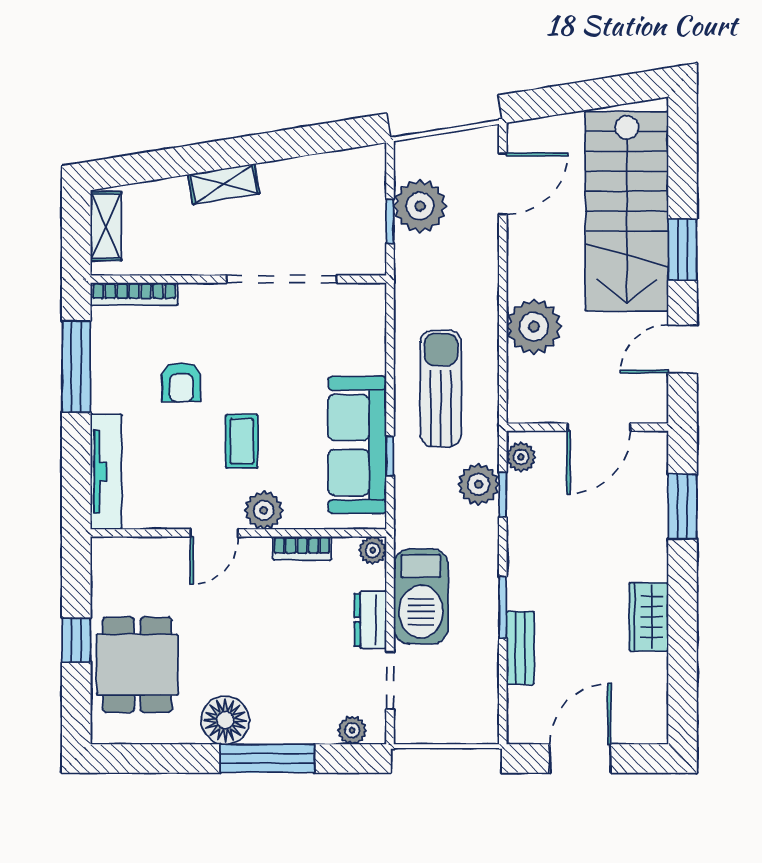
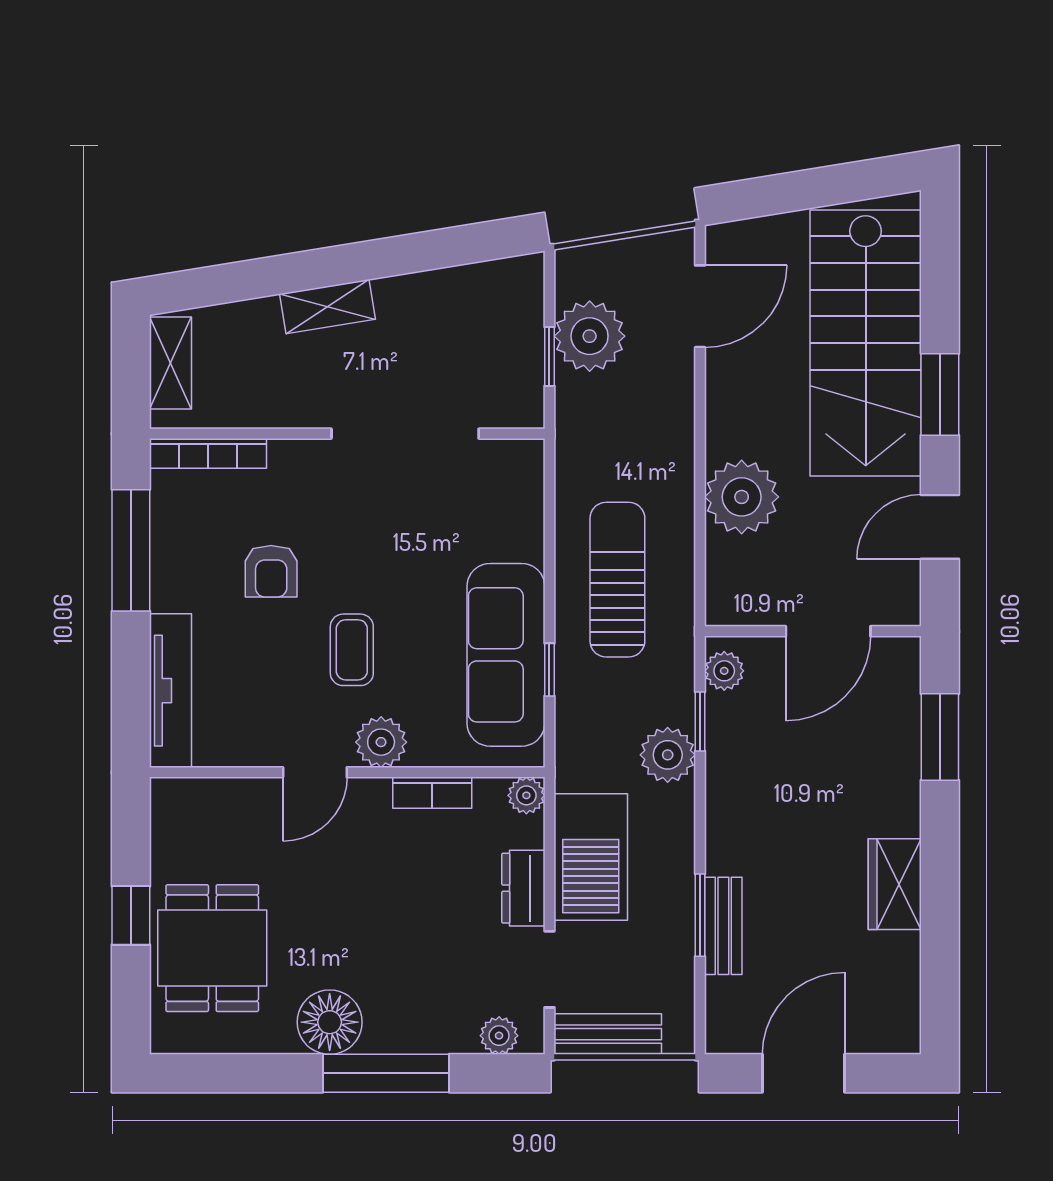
plant: (479, 484) -> (668, 755), moved
window: (503, 607) -> (700, 915), moved
bench: (434, 729) -> (608, 1034), added

